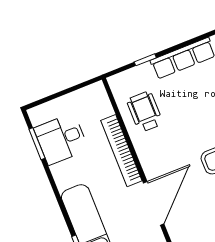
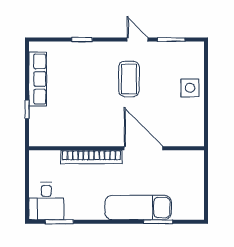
wheelchair: (145, 112) -> (68, 126), removed
desk: (61, 139) -> (46, 201), moved

